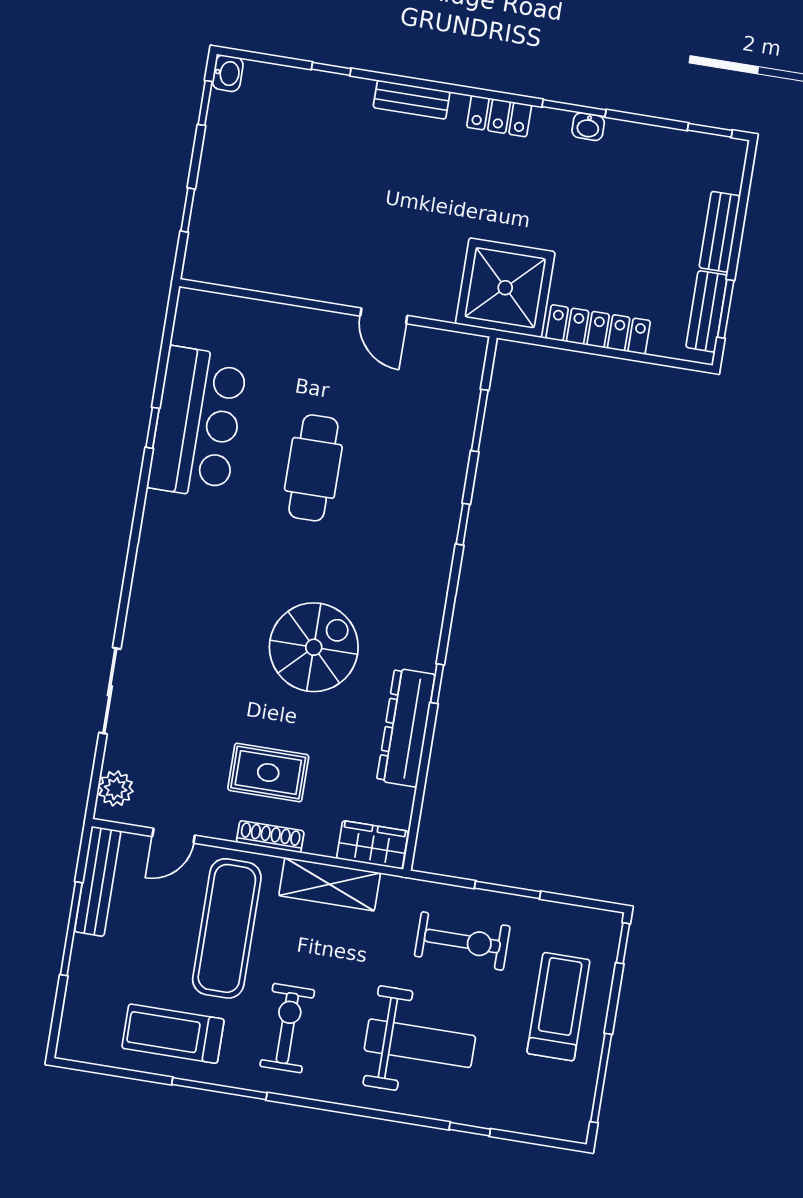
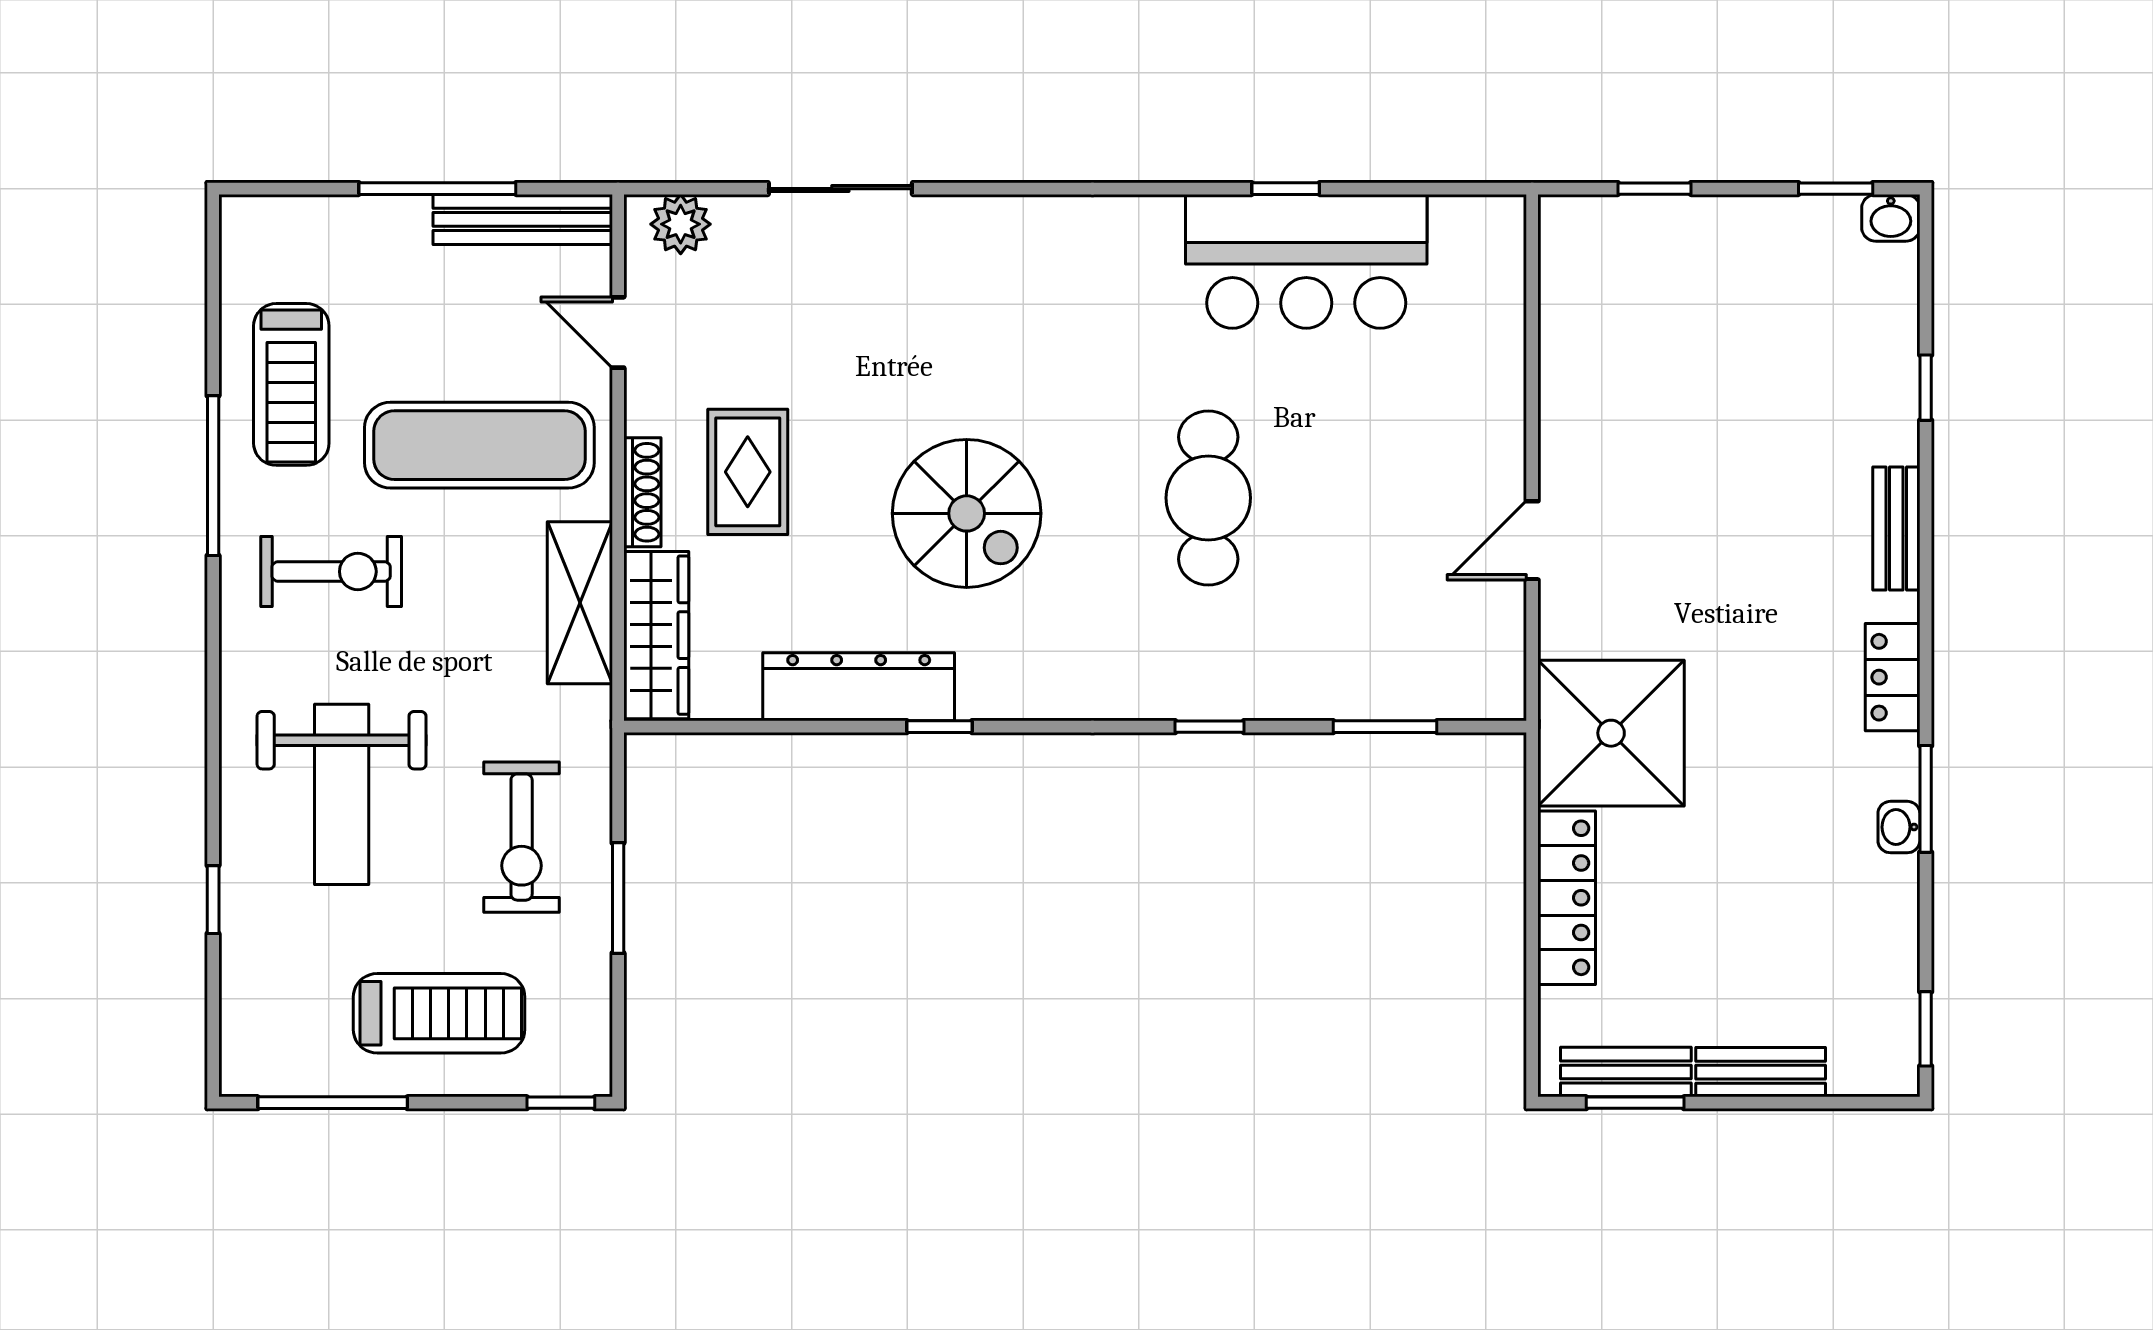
cafe table: (313, 468) -> (1208, 498), moved, turned 90
wardrobe: (372, 845) -> (656, 635), width x1.50
treadmill: (173, 1034) -> (291, 384), turned 180

